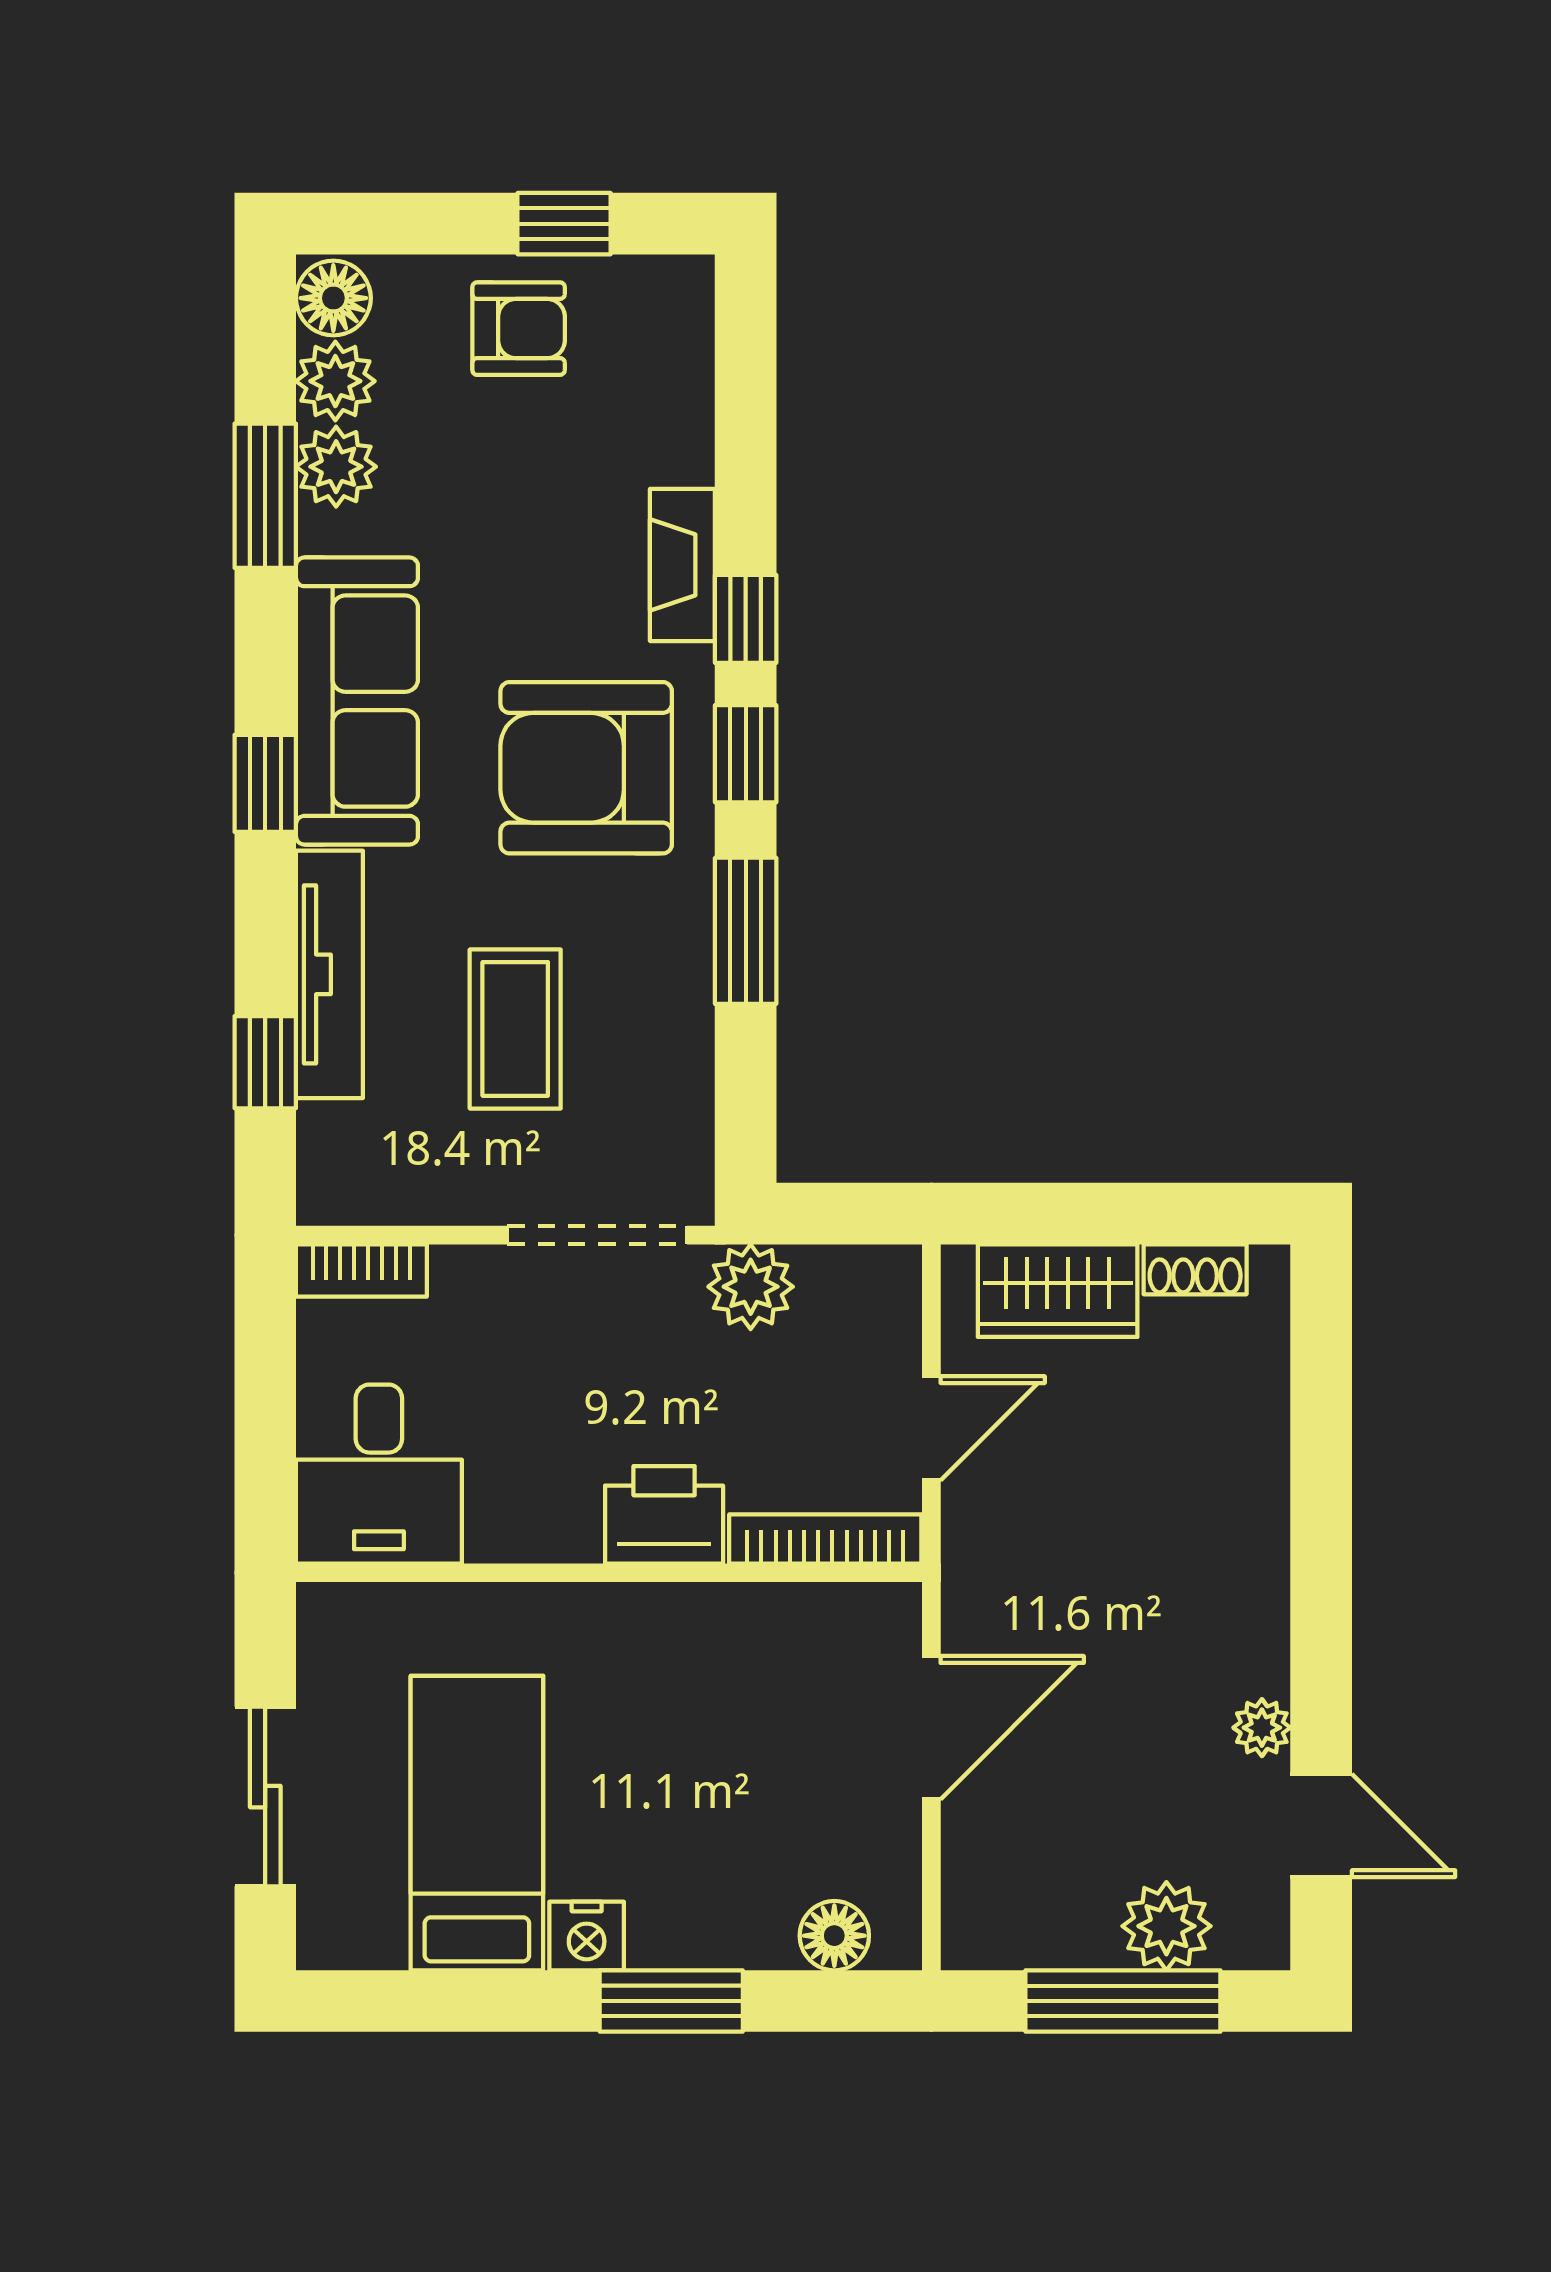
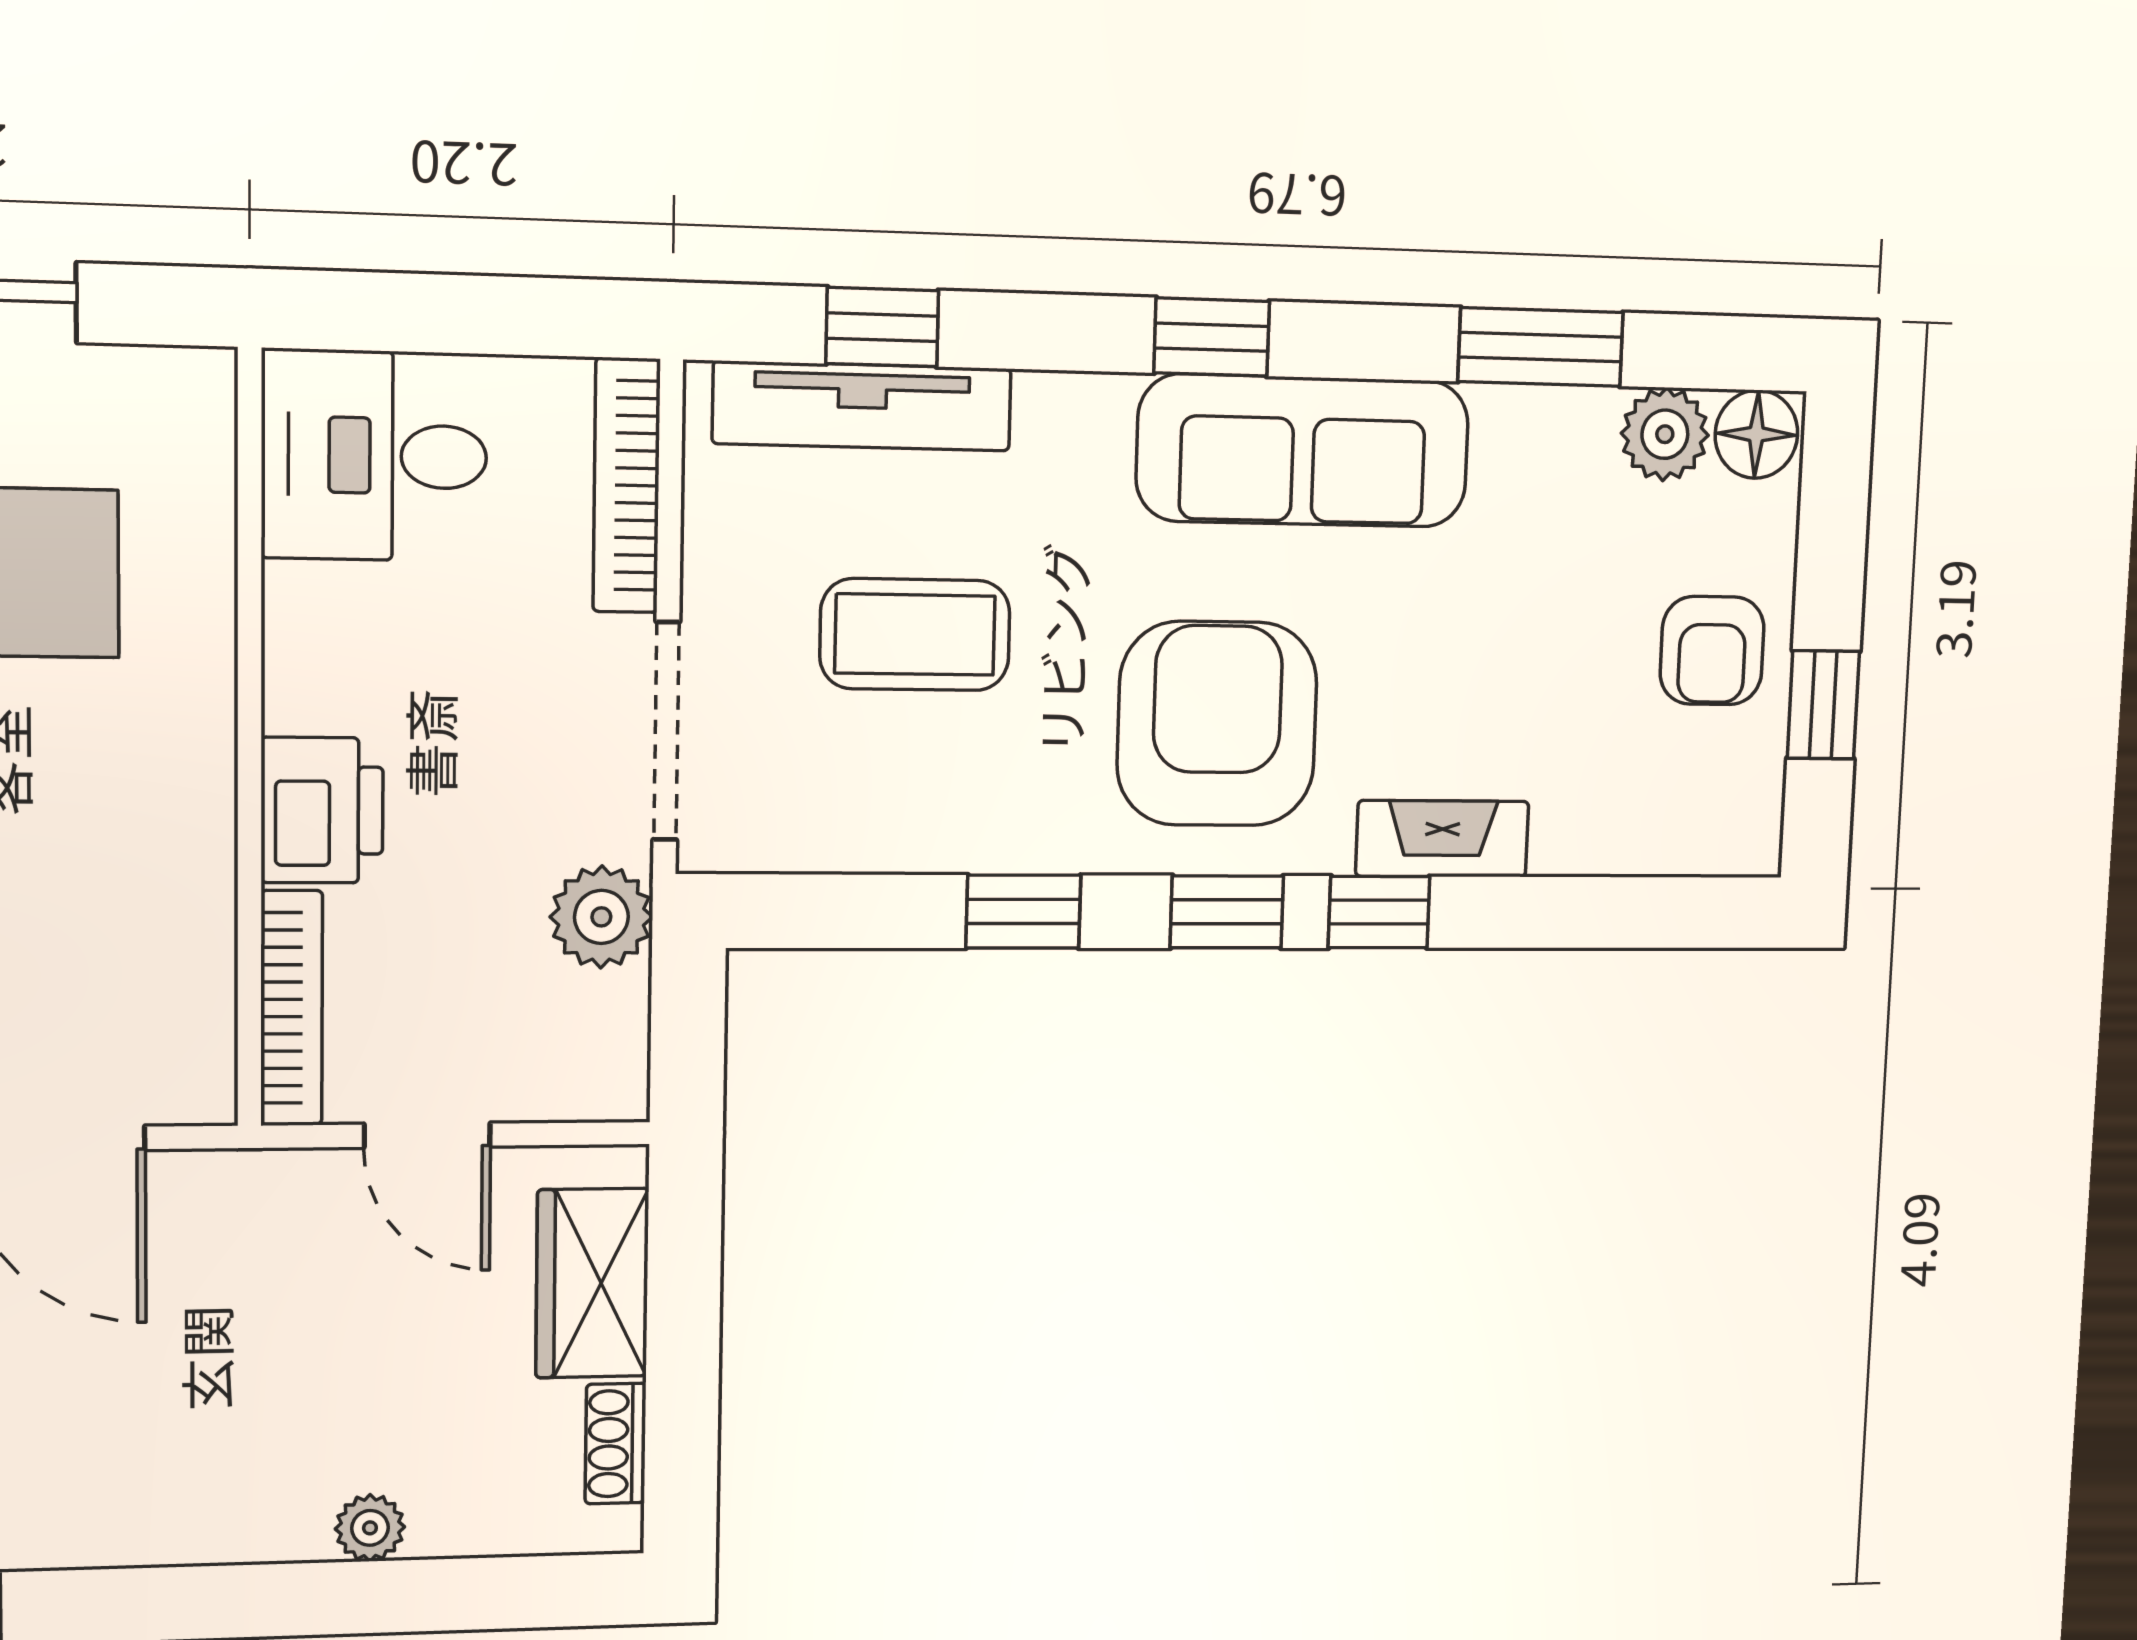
plant: (336, 467) -> (1570, 432), removed
window: (746, 931) -> (1023, 912), width x0.67
tv unit: (329, 974) -> (862, 406), moved
bookcase: (361, 1270) -> (627, 485), width x1.56
plant: (1262, 1728) -> (370, 1528), moved

